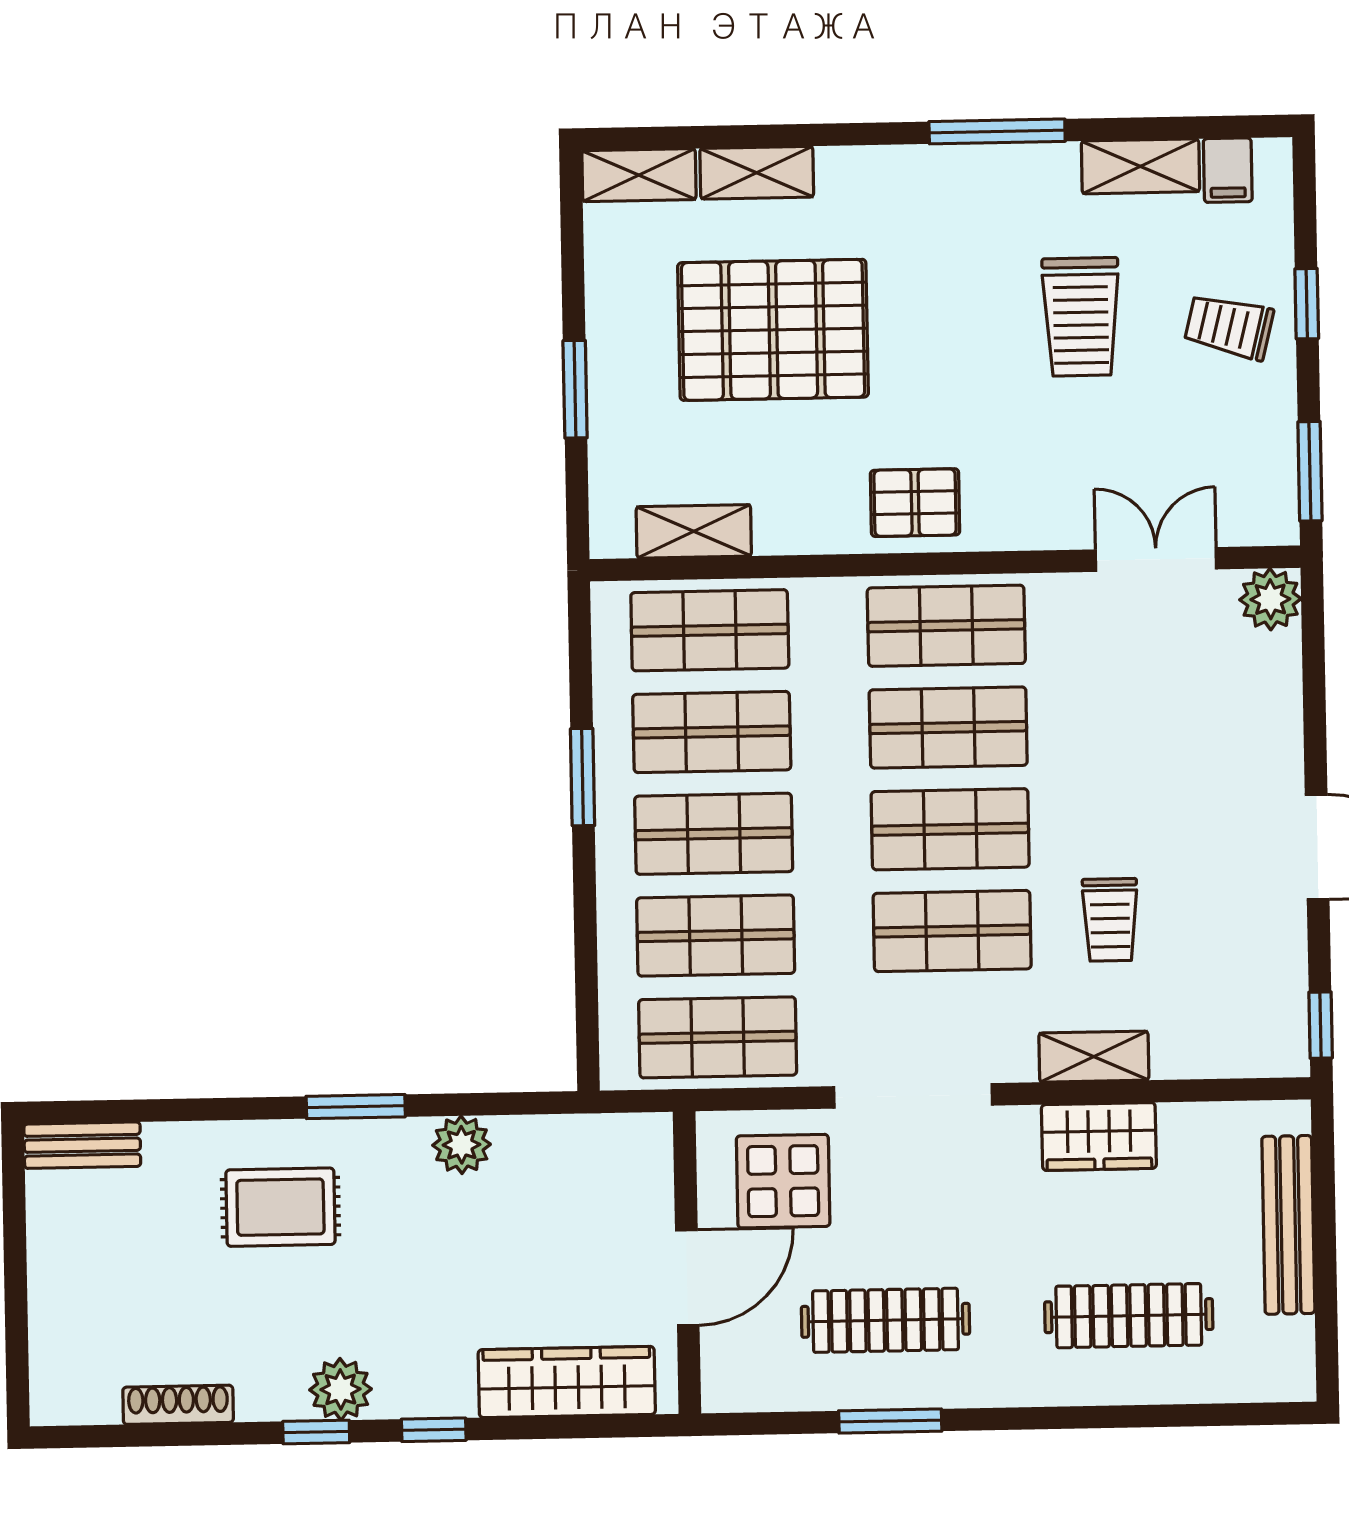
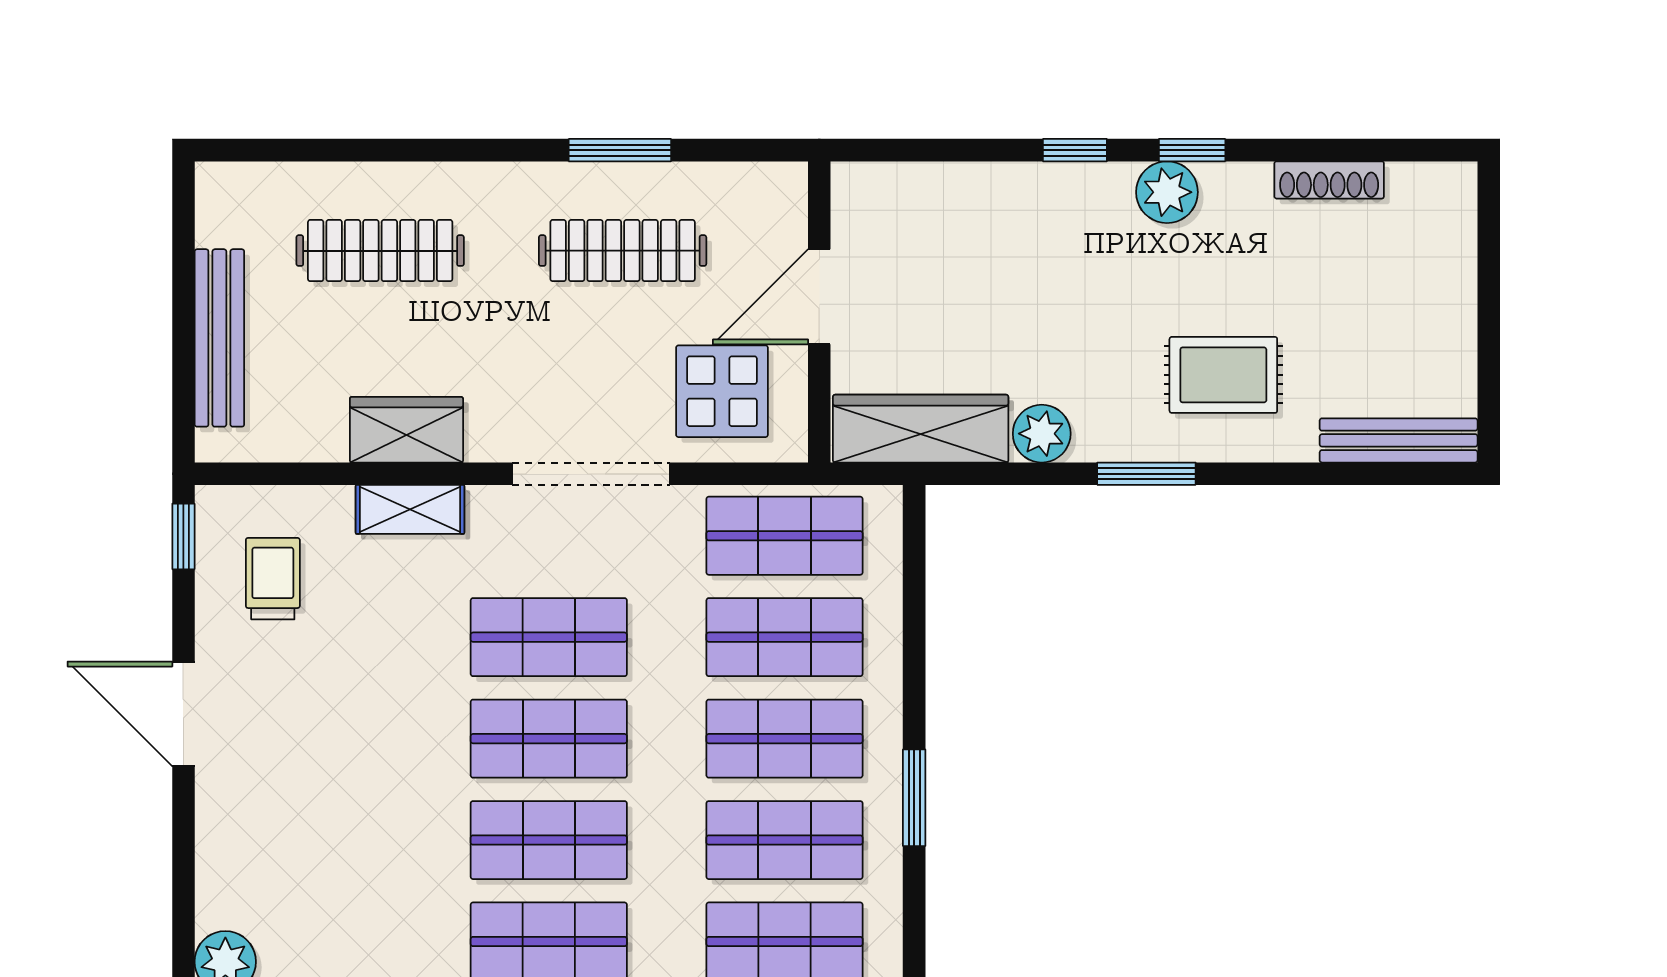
trolley: (1110, 920) -> (273, 579), moved
bench: (82, 1145) -> (1399, 440), width x1.36
wardrobe: (567, 1382) -> (921, 429), moved, turned 180

